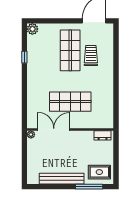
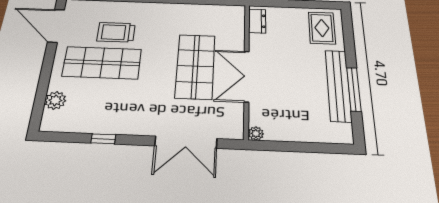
plant: (32, 29) -> (55, 100), moved
double door: (24, 99) -> (186, 142), added
double door: (54, 130) -> (247, 76), moved
window: (89, 187) -> (354, 89), moved

